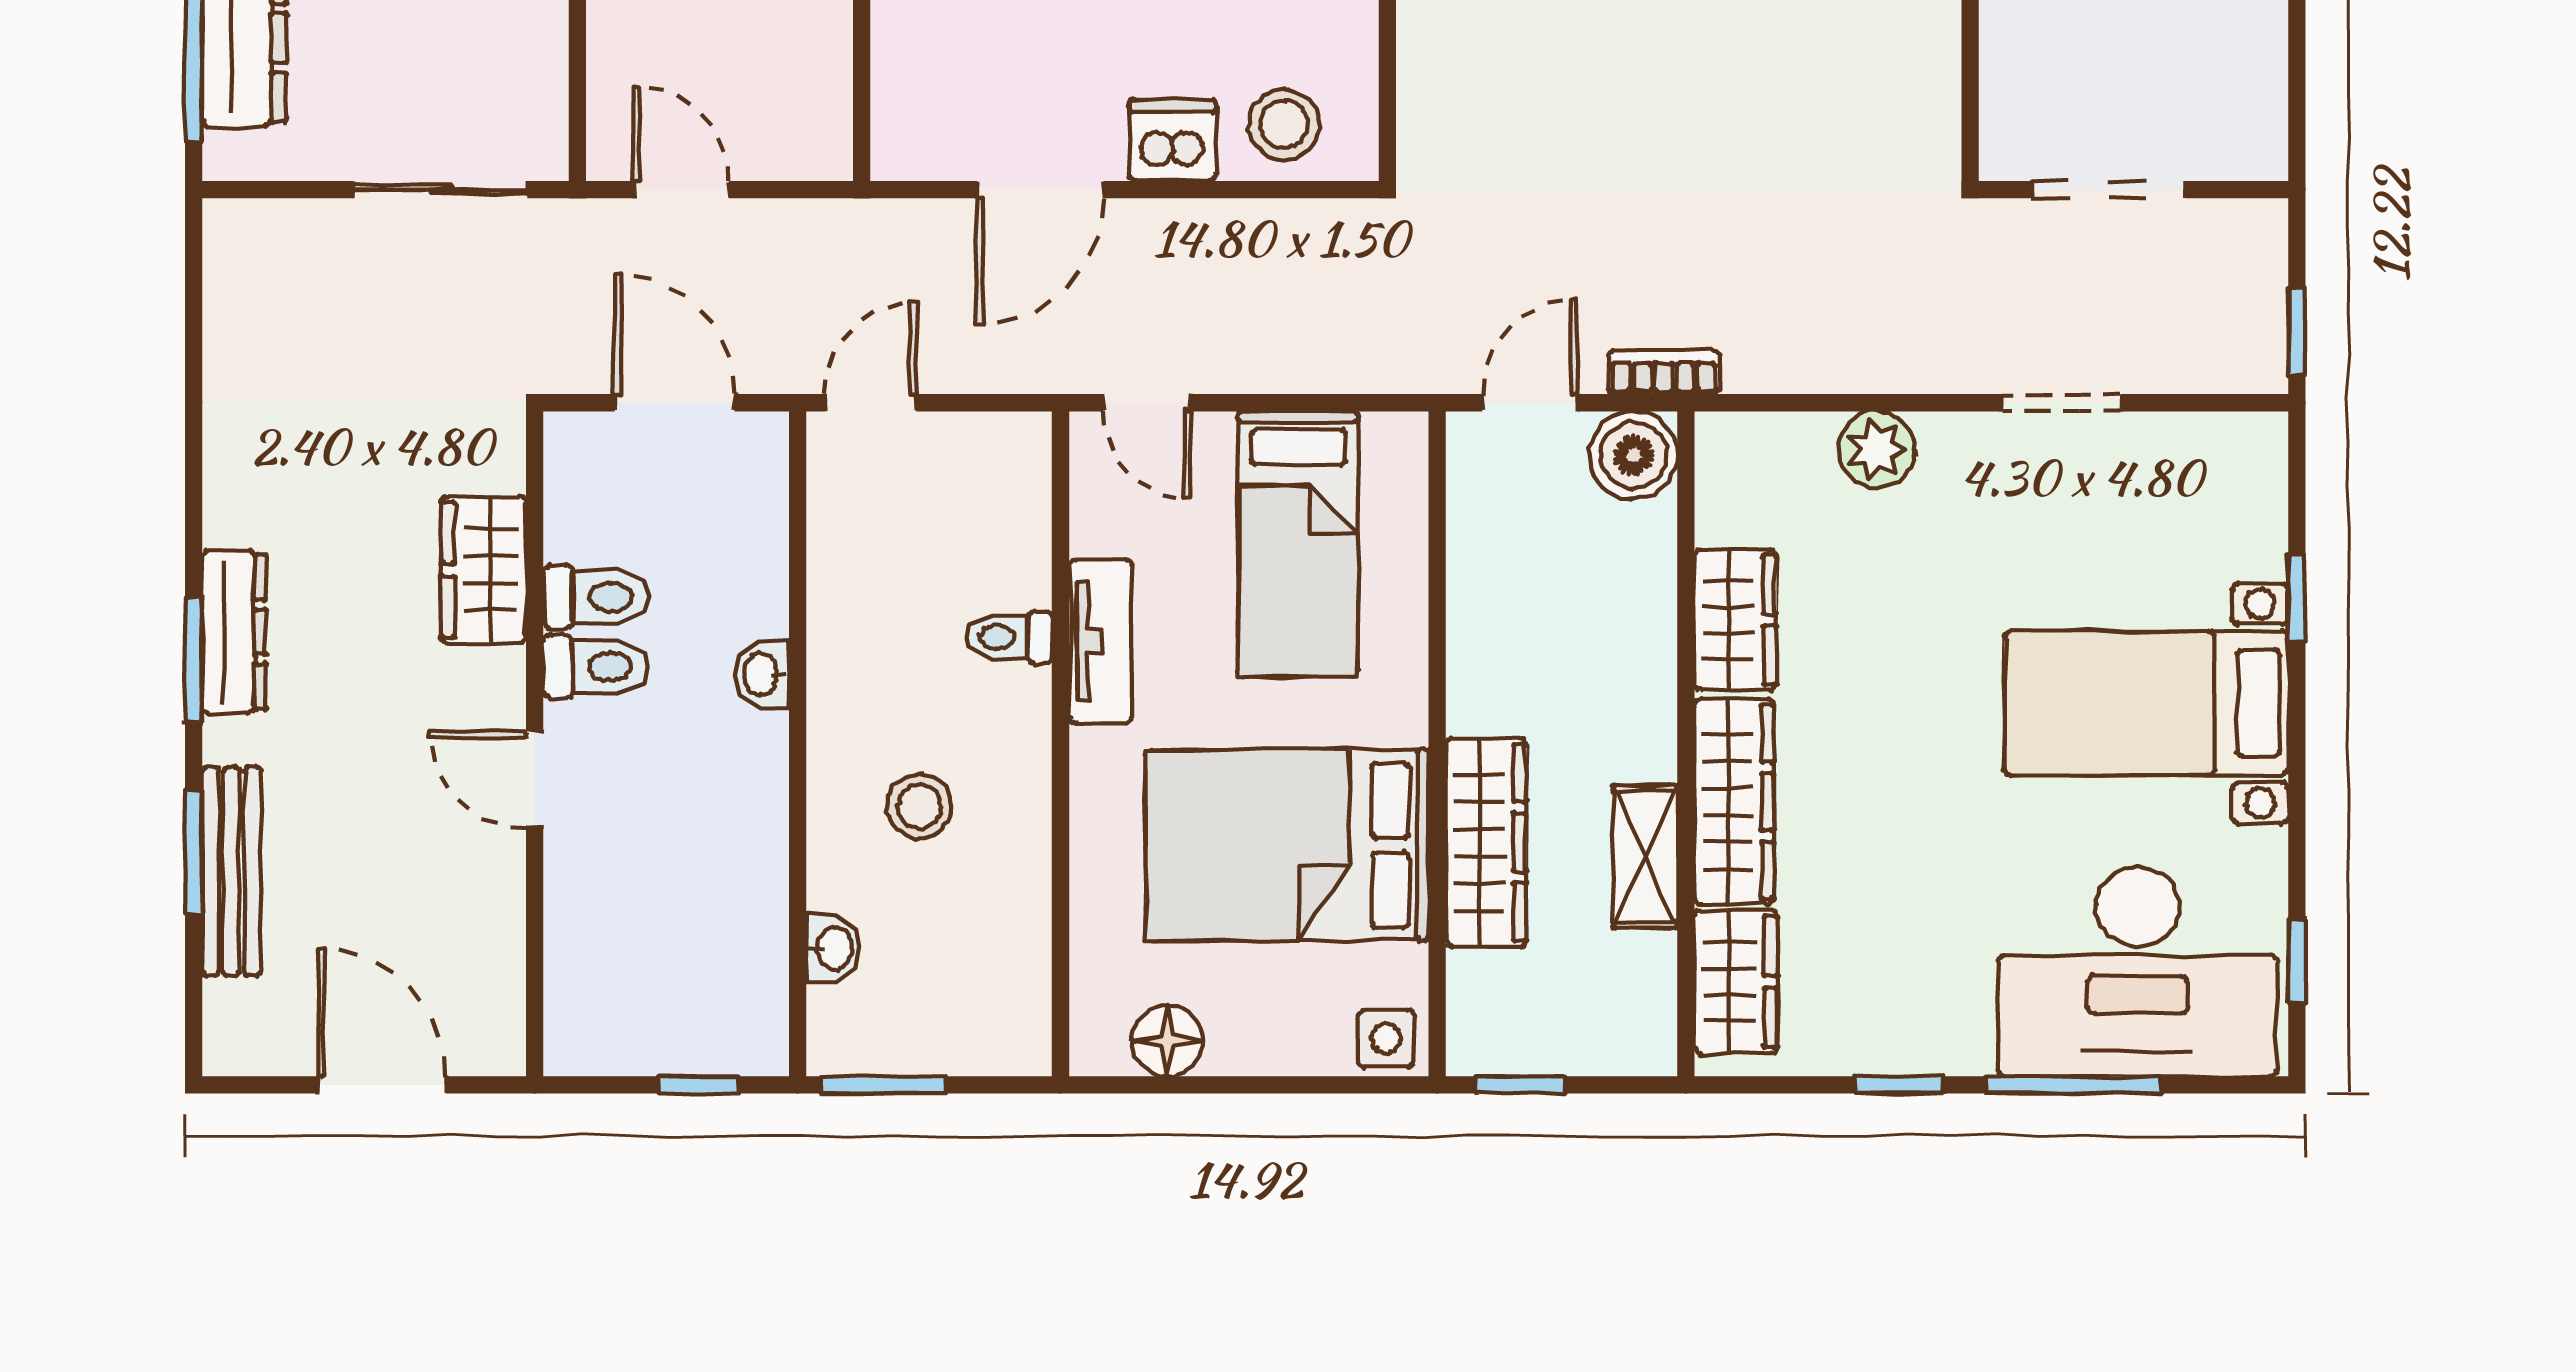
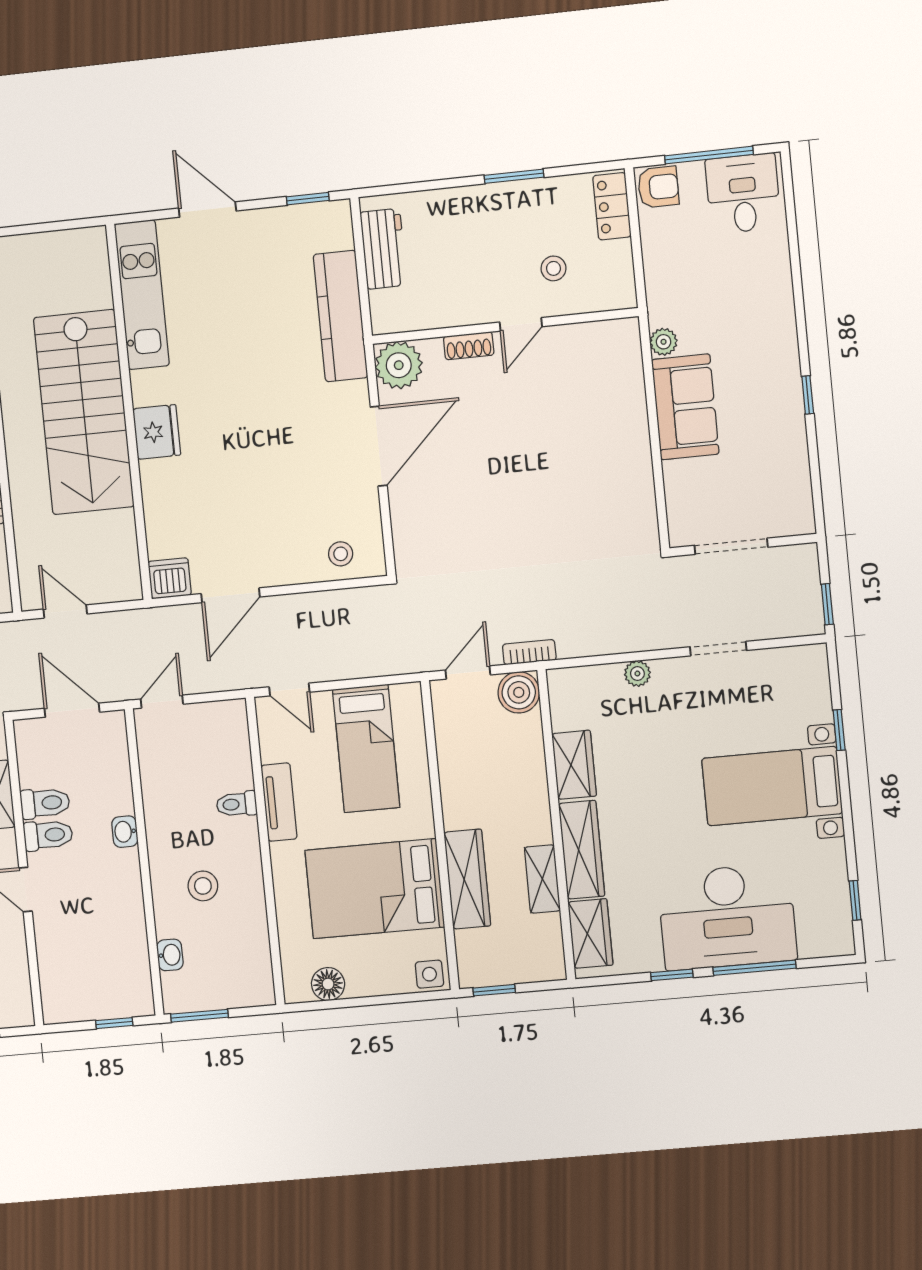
stool: (1284, 124) -> (341, 554), width x0.73, depth x0.73
dishwasher: (1173, 140) -> (170, 578), moved
plant: (1877, 450) -> (637, 674), width x0.73, depth x0.73
desk: (2138, 972) -> (727, 917), moved

